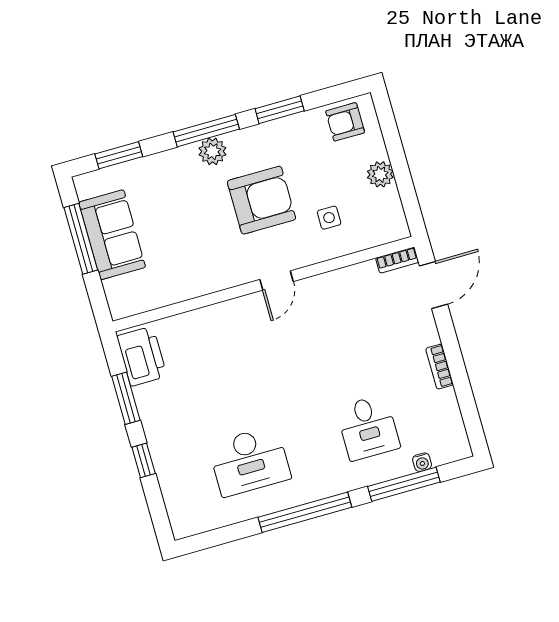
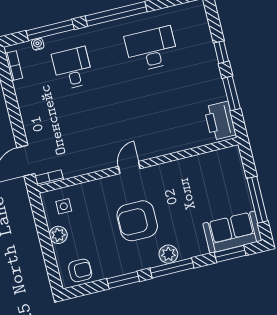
side table: (329, 218) -> (64, 206), moved
sofa: (112, 235) -> (232, 232), moved, turned 90
bookcase: (439, 367) -> (14, 66), moved

